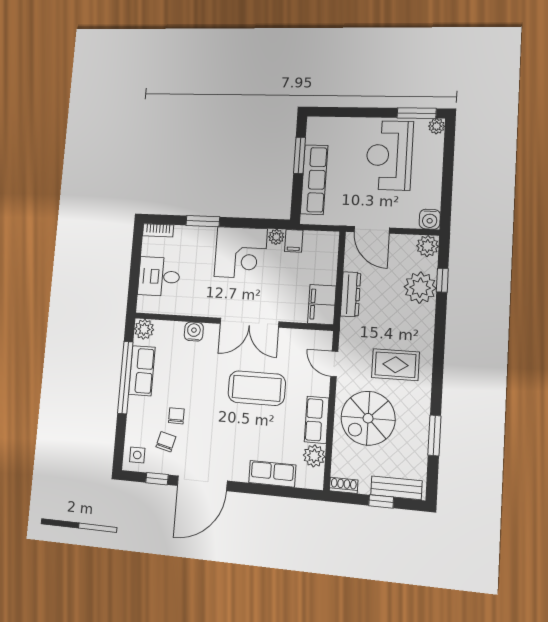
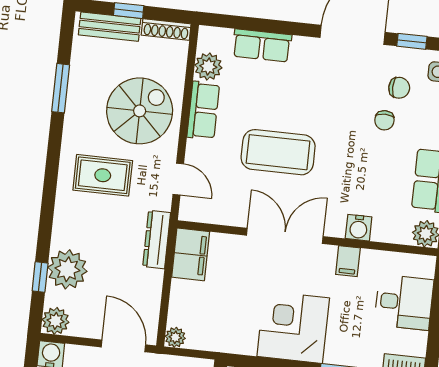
plant: (276, 237) -> (175, 337), moved
filing cabinet: (294, 241) -> (348, 261), moved, turned 180
dresser: (351, 294) -> (157, 240), moved
chair: (166, 442) -> (399, 88), turned -104
shoe rack: (344, 485) -> (166, 29), width x1.43

